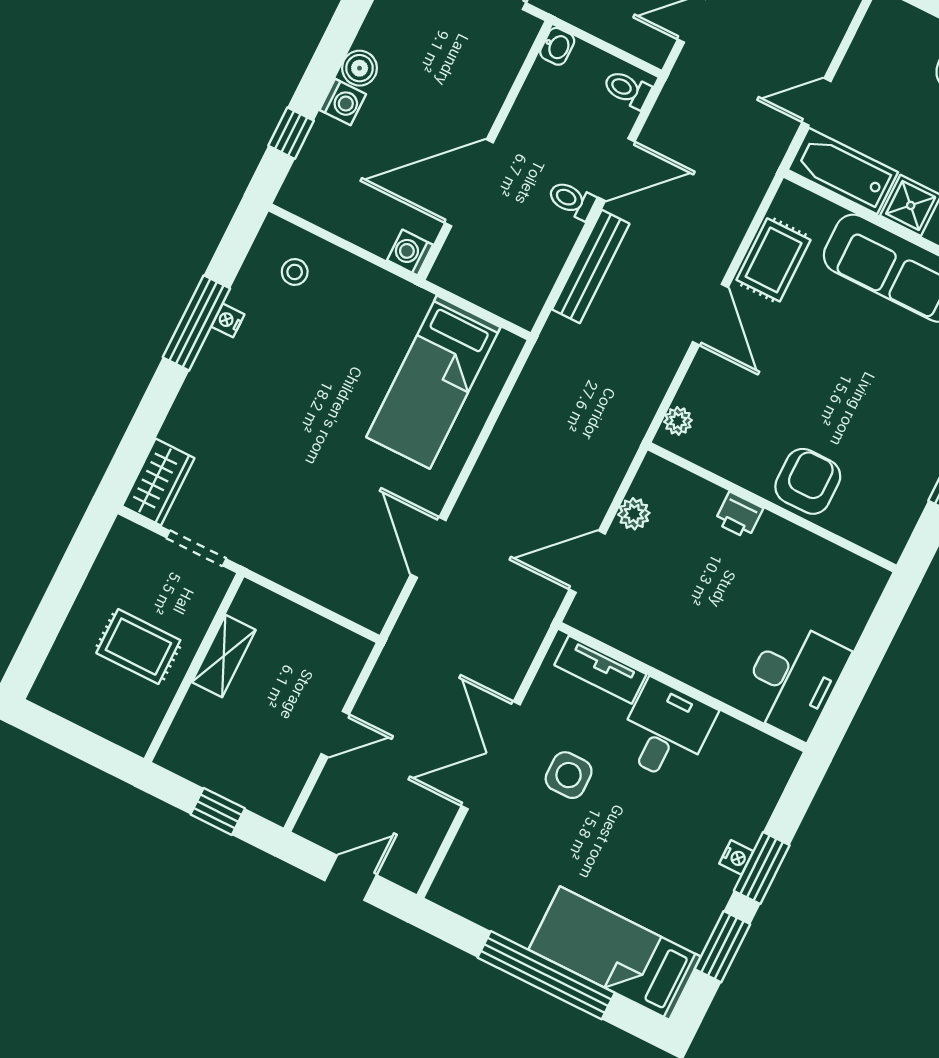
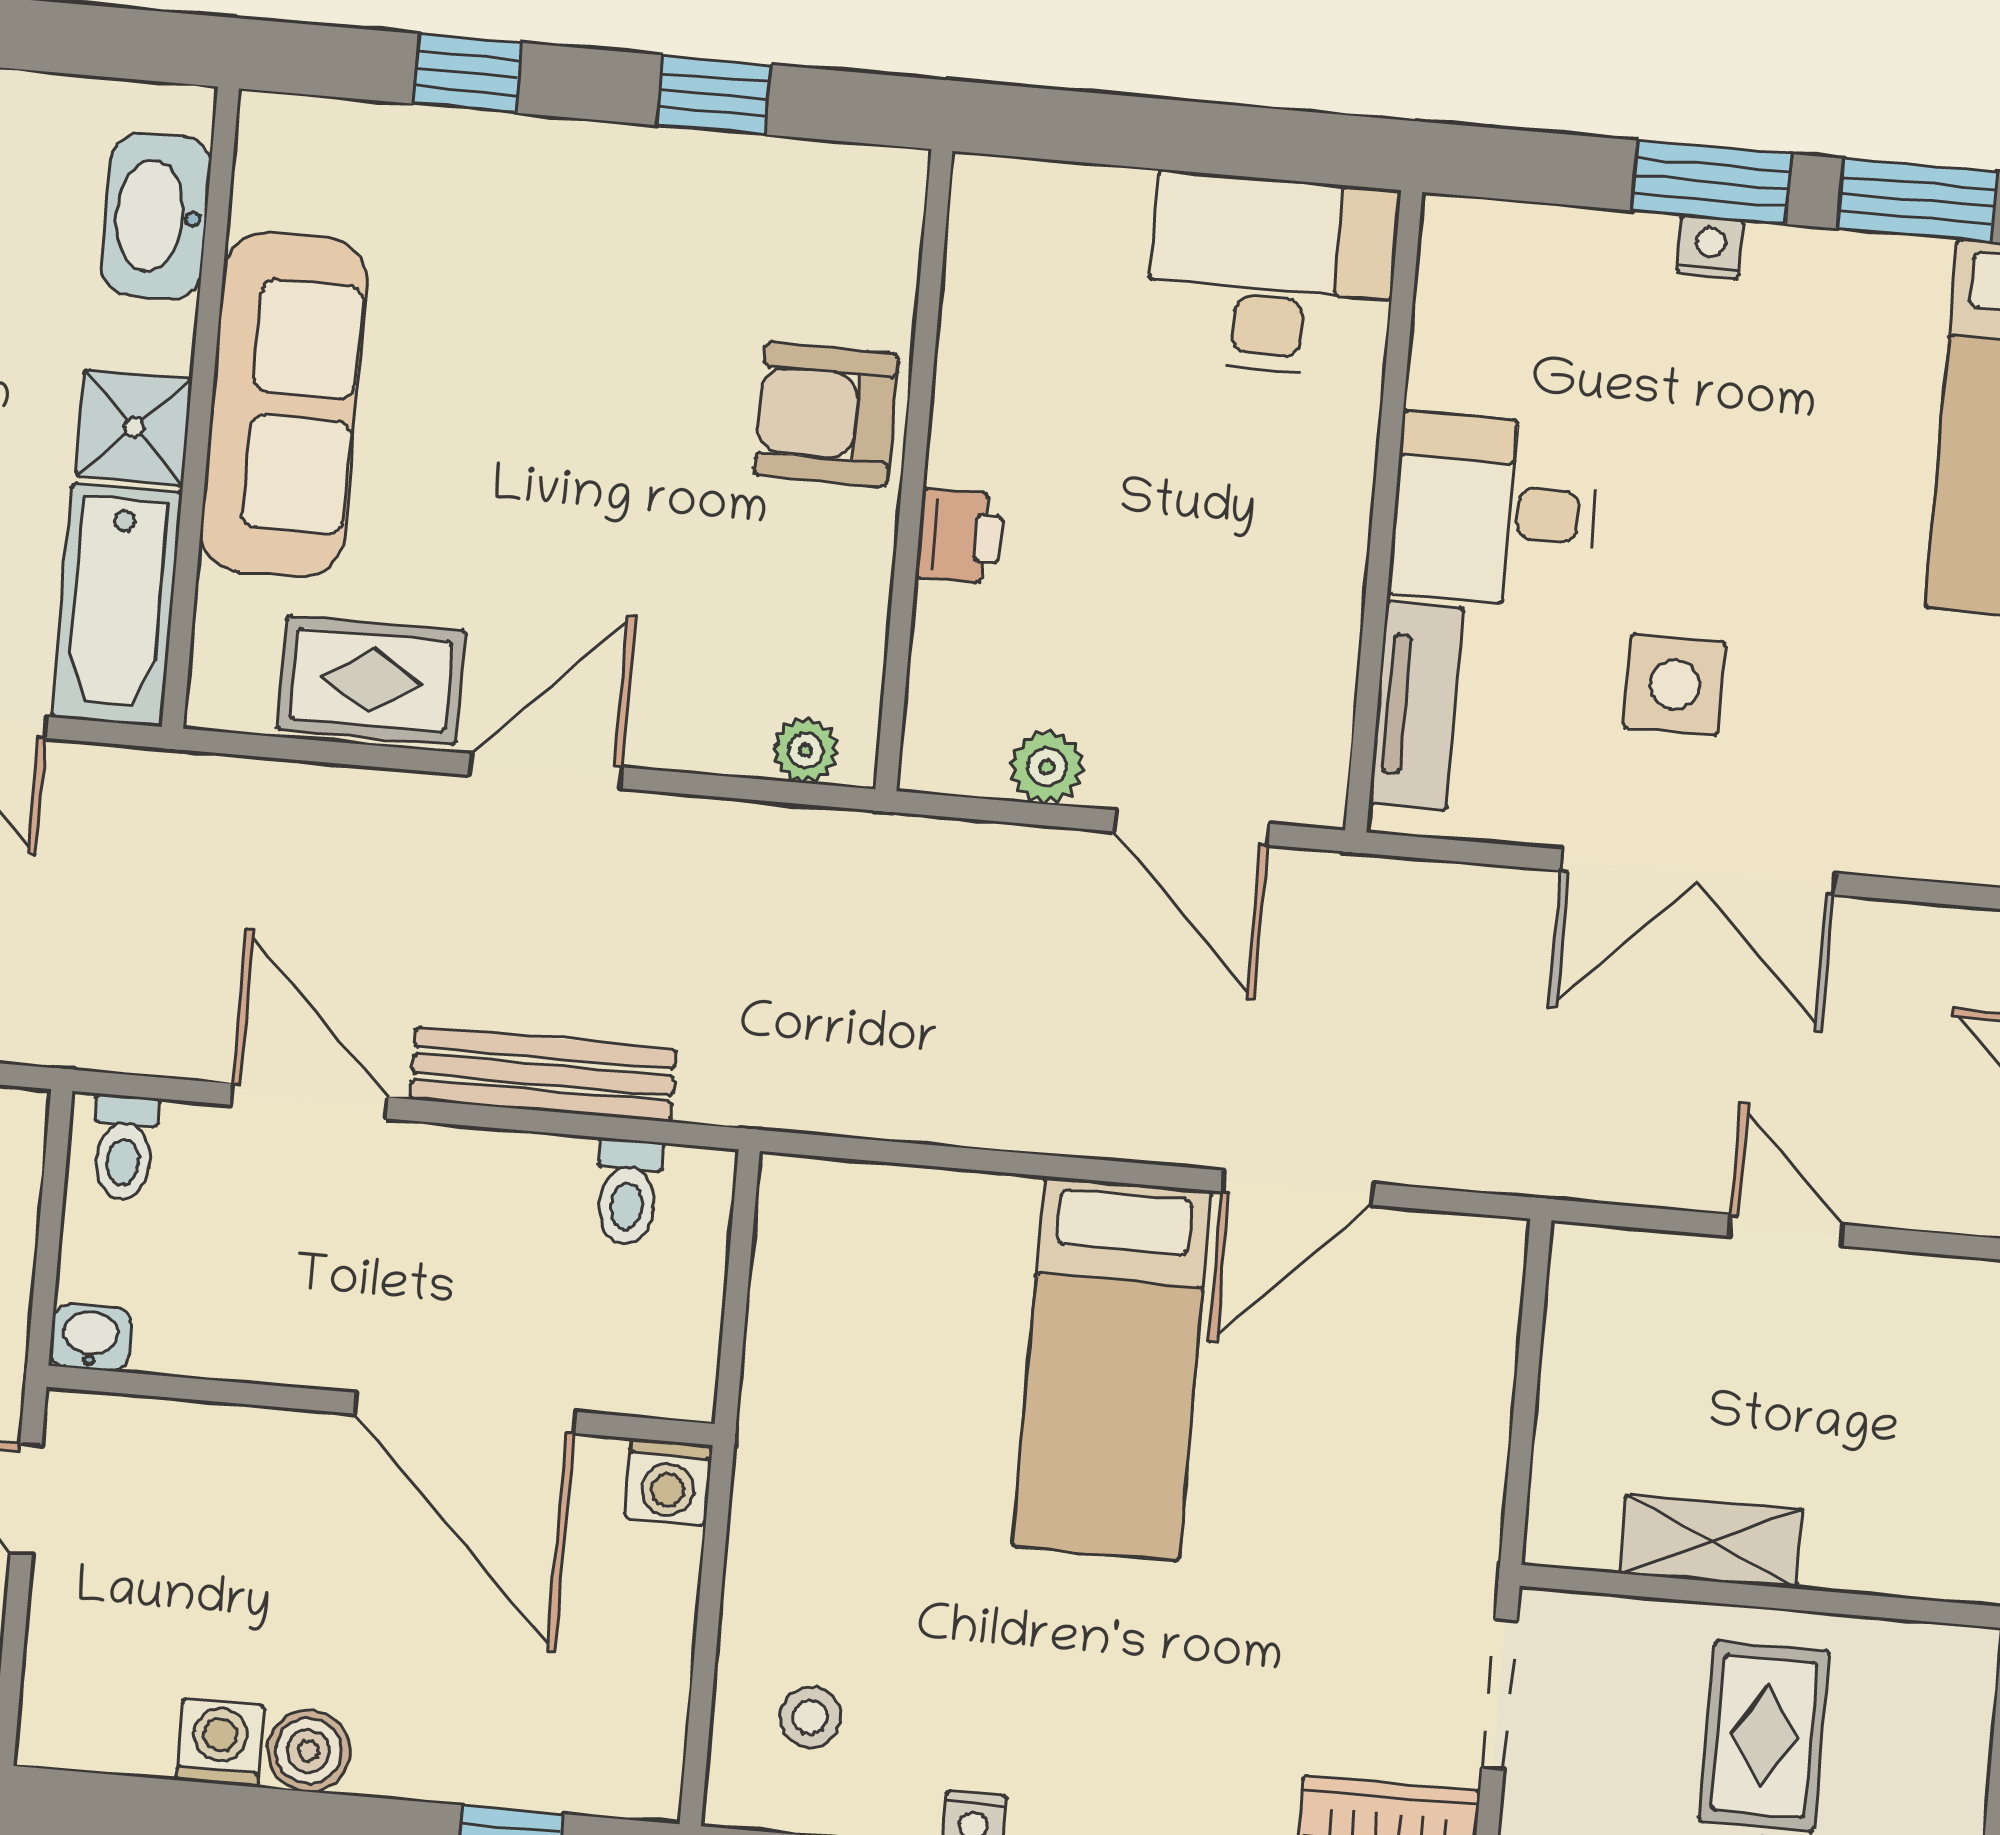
washing machine: (343, 102) -> (220, 1743), moved
toilet: (572, 200) -> (628, 1192), moved
bed: (433, 382) -> (1112, 1369), moved, turned 90

